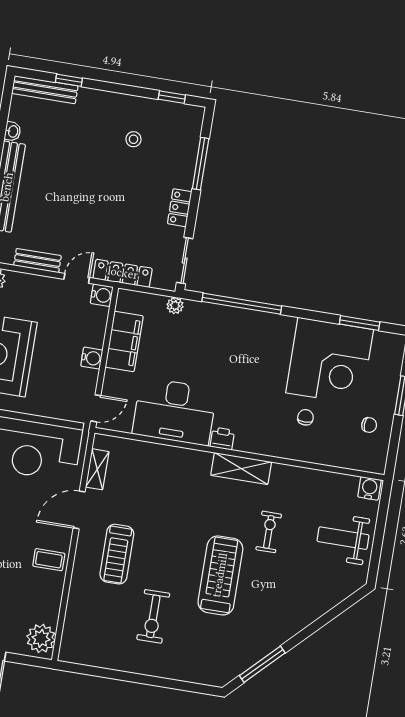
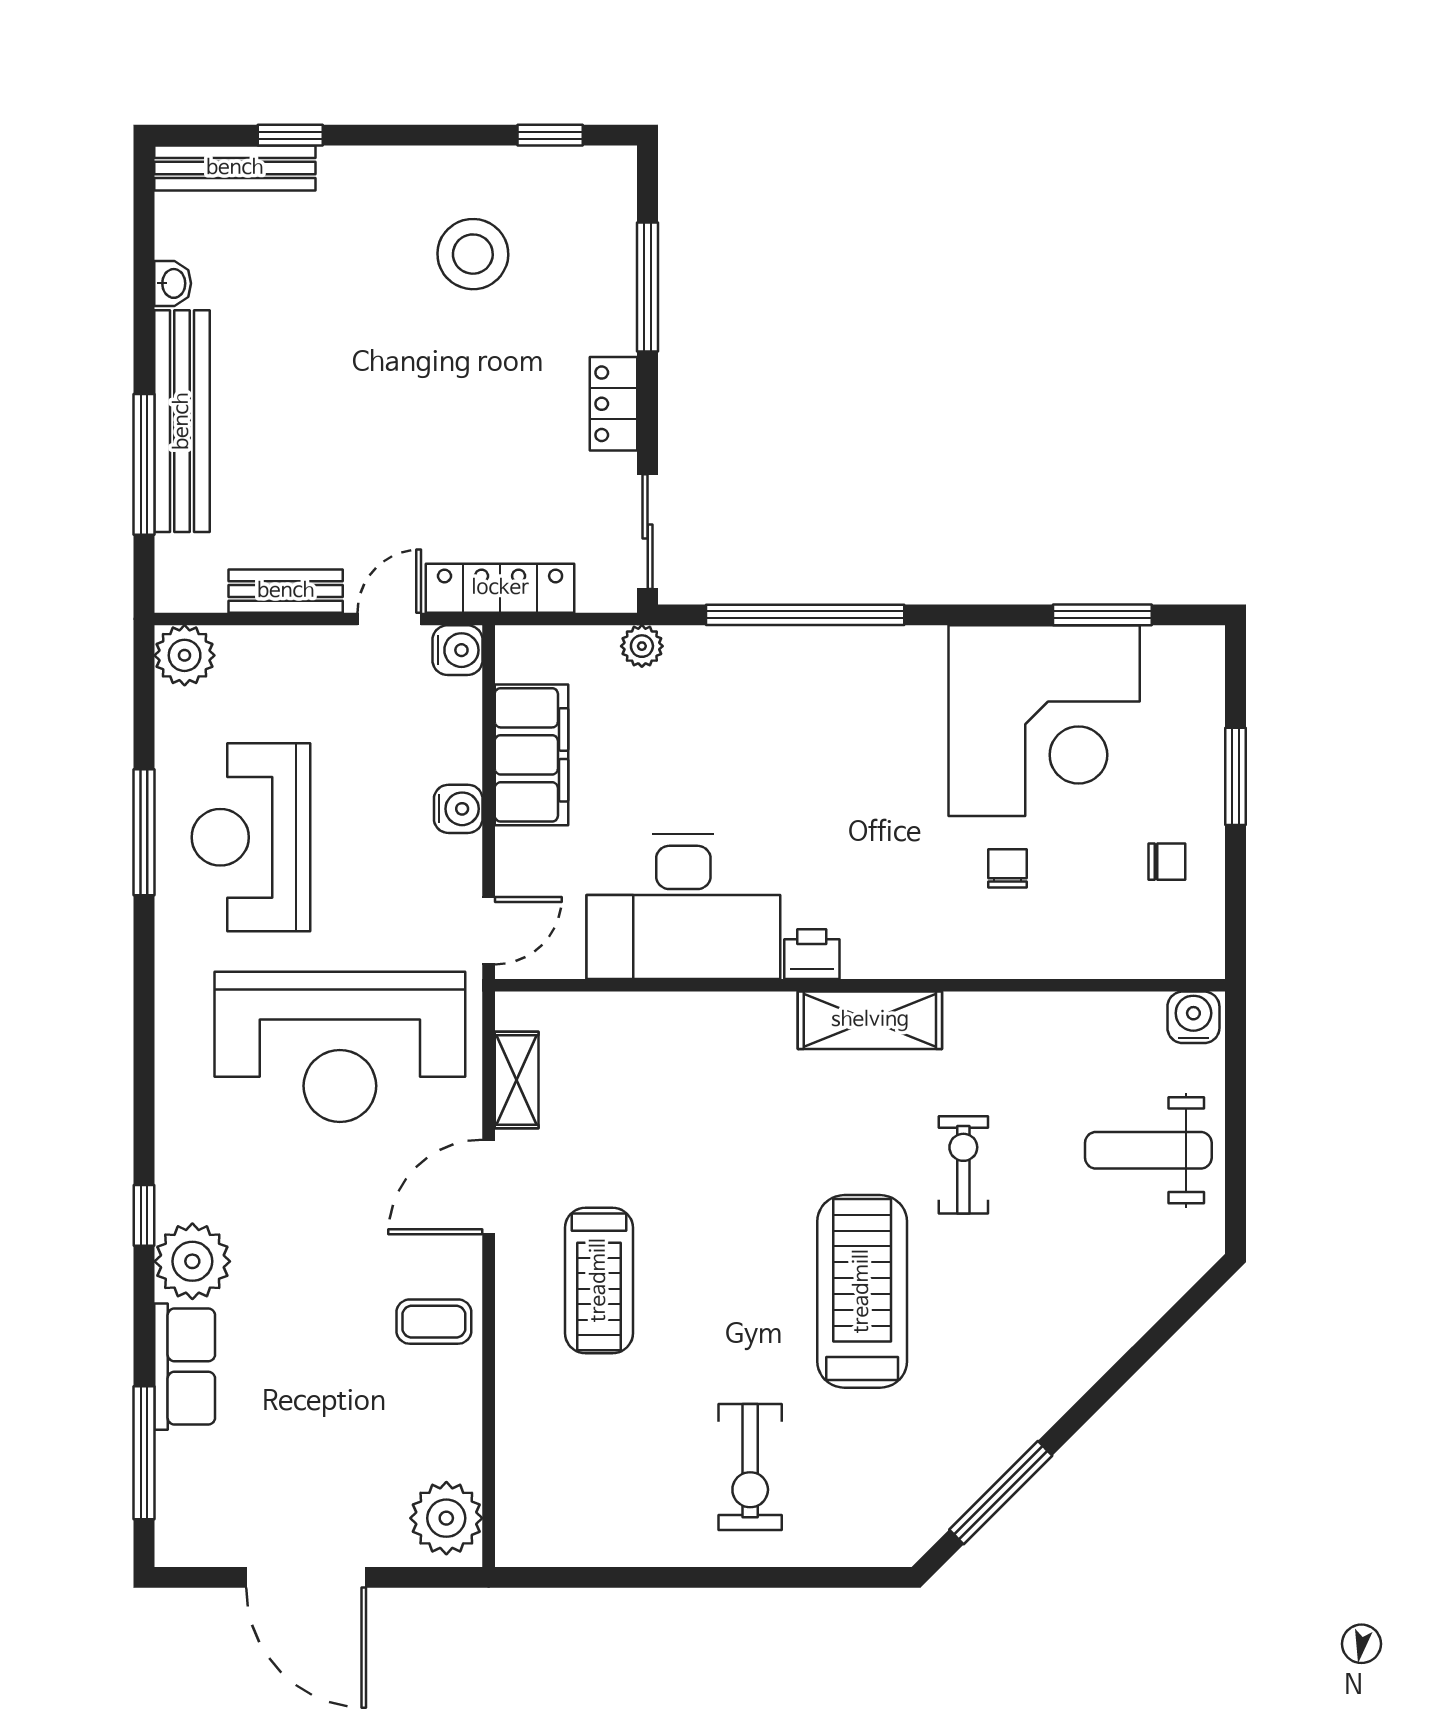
stool: (134, 139) -> (473, 254), width x1.89, depth x1.89
exercise bike: (153, 616) -> (750, 1467), moved

